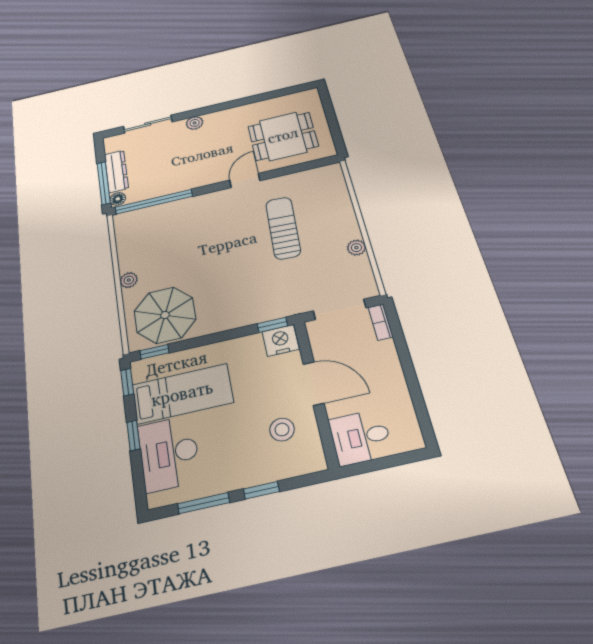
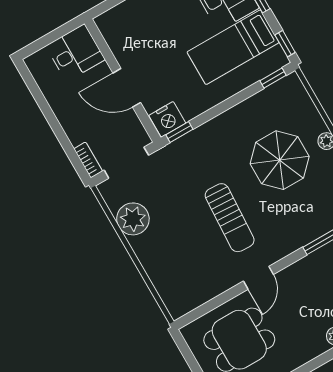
sun lounger: (283, 228) -> (230, 218), moved
plant: (356, 248) -> (133, 219), width x1.88, depth x1.88
parasol: (165, 315) -> (280, 160), moved
stool: (282, 430) -> (139, 41), removed

